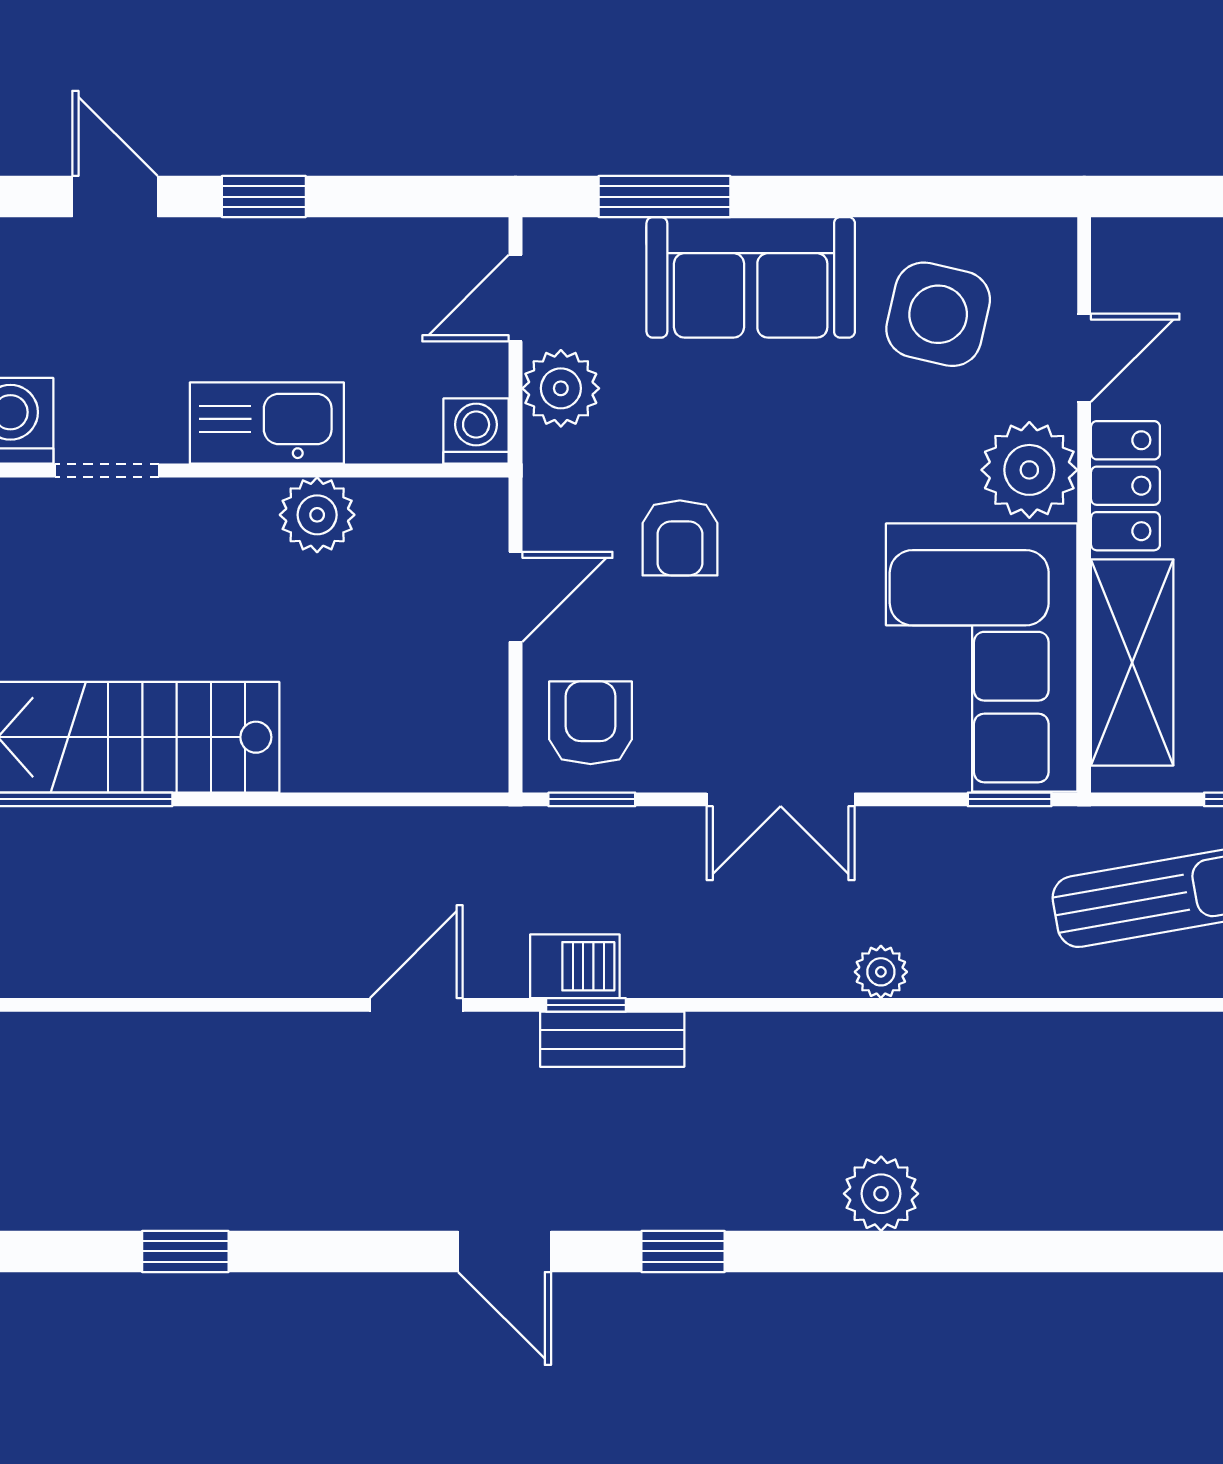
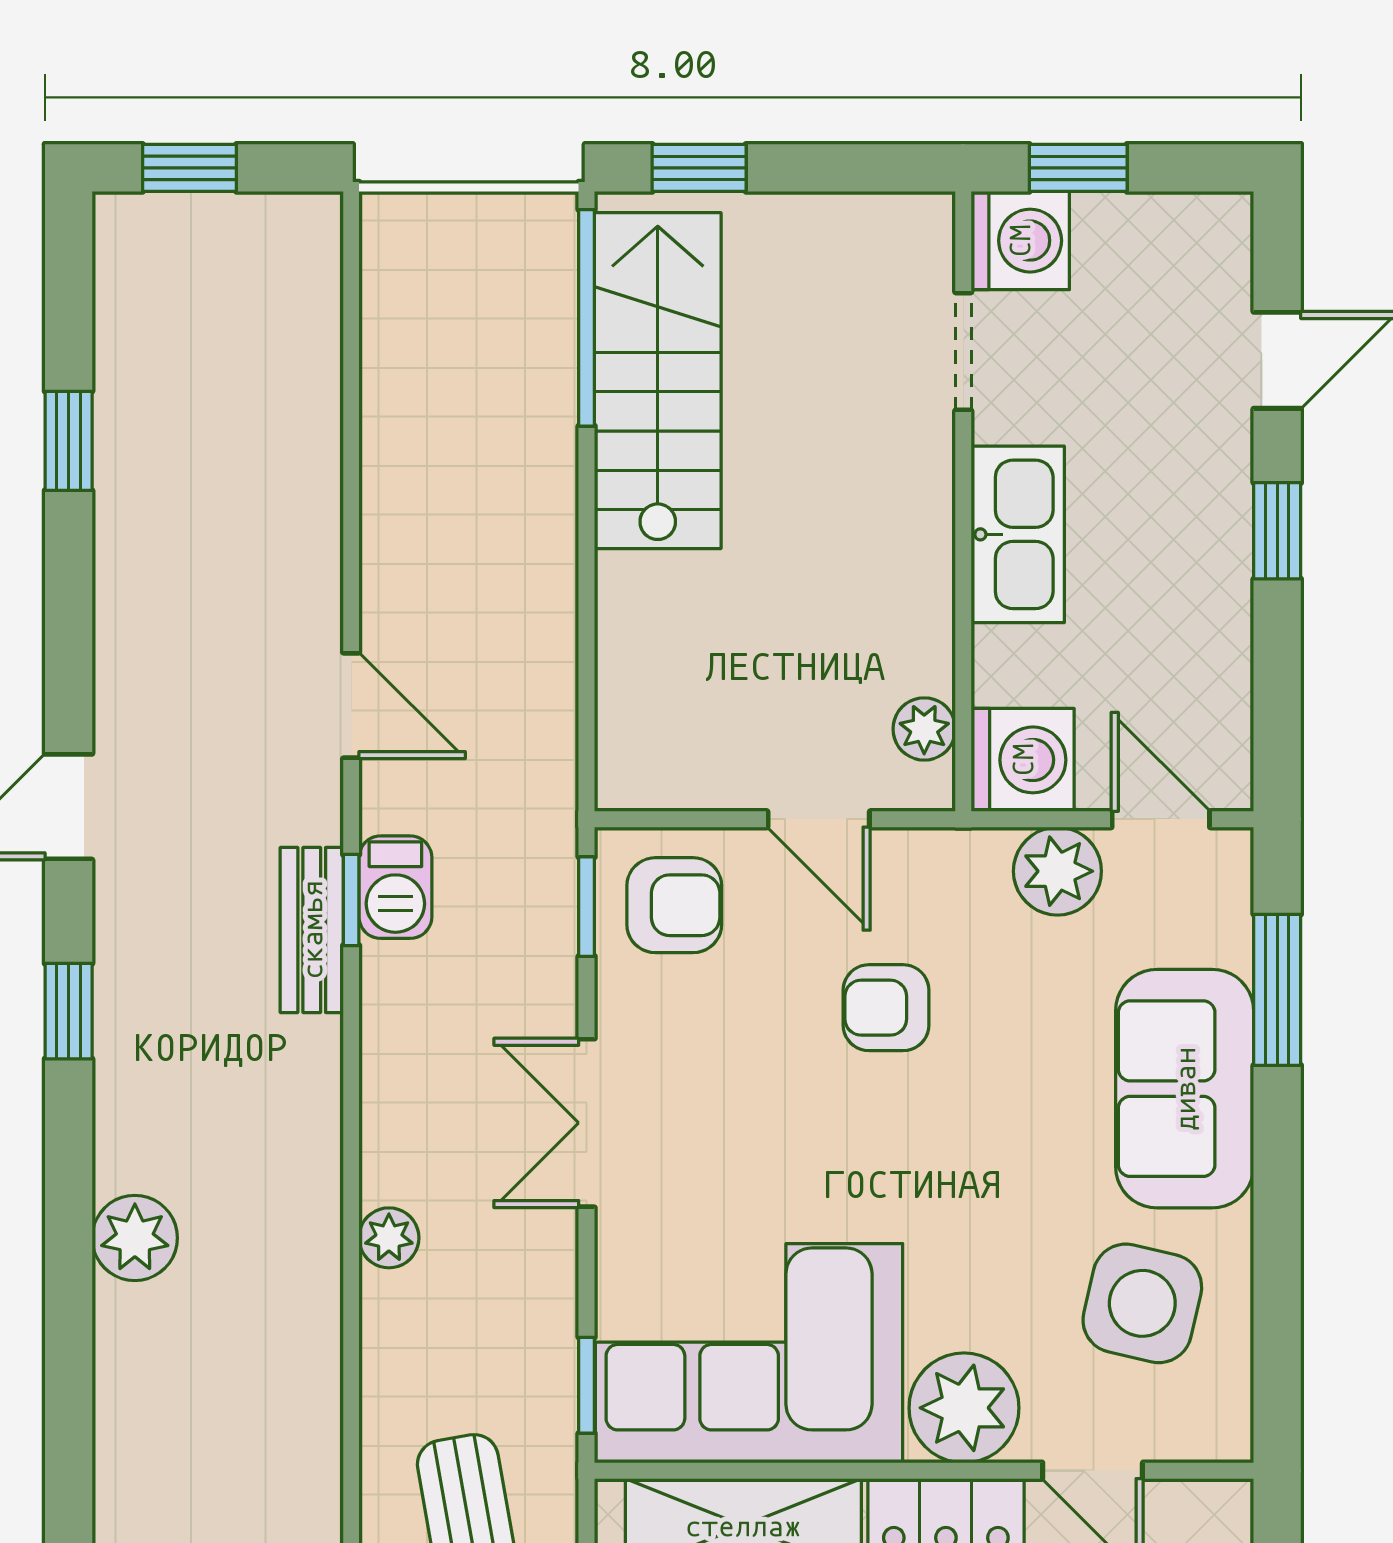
washing machine: (476, 431) -> (1023, 760), width x1.38, depth x1.38
plant: (317, 515) -> (924, 729), moved, width x0.73, depth x0.73

